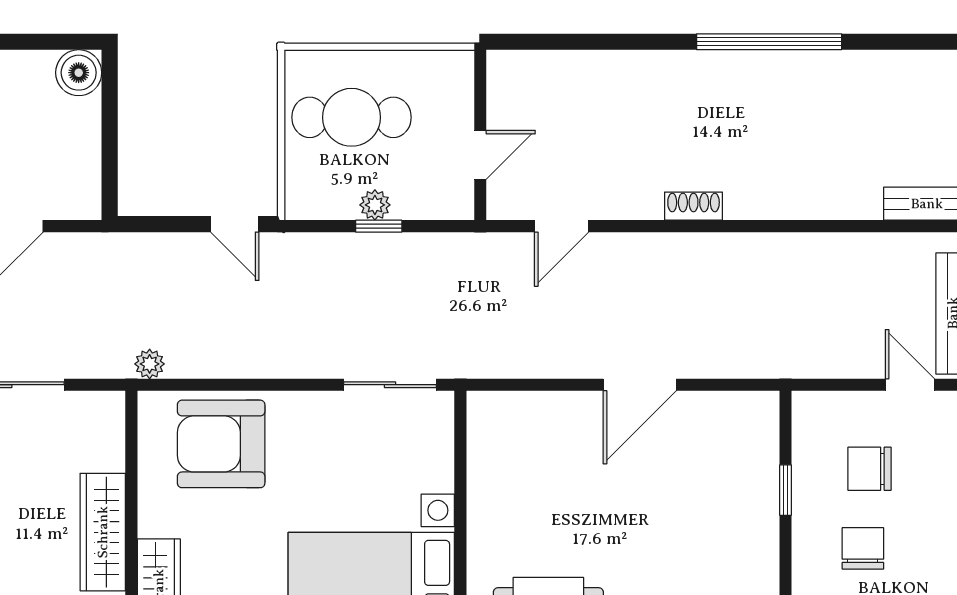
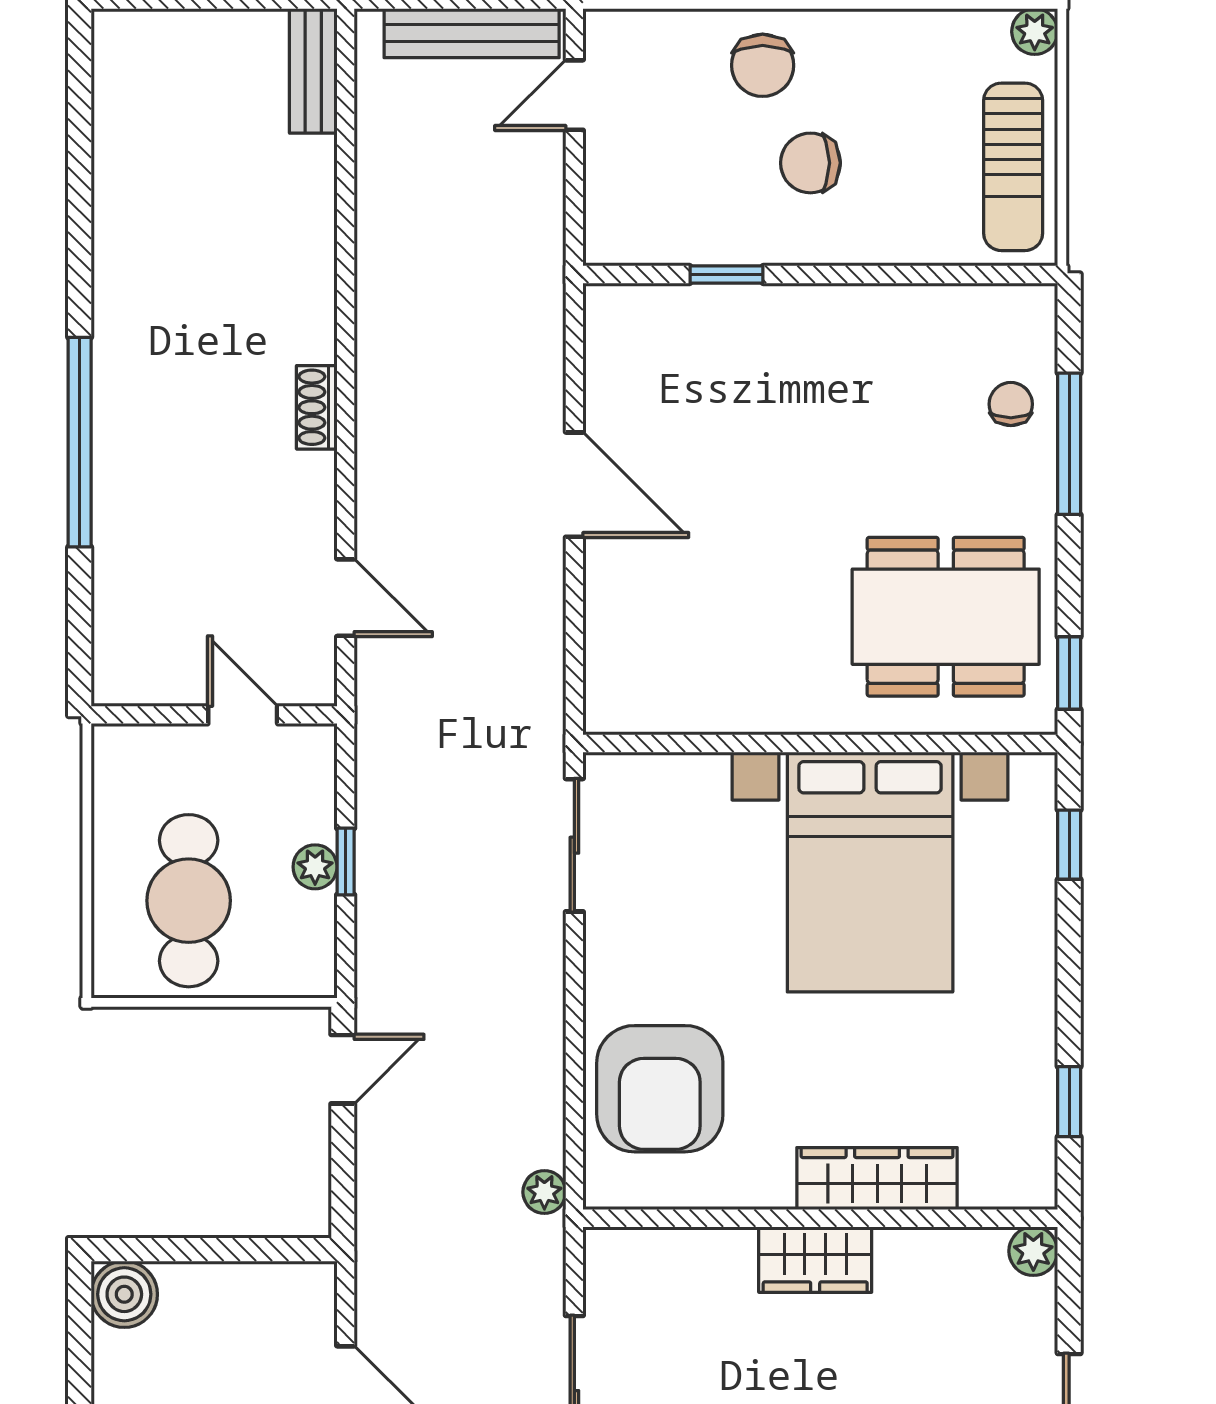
window: (769, 42) -> (80, 442), moved
chair: (870, 469) -> (763, 65), moved
wardrobe: (103, 532) -> (815, 1260), width x0.67

